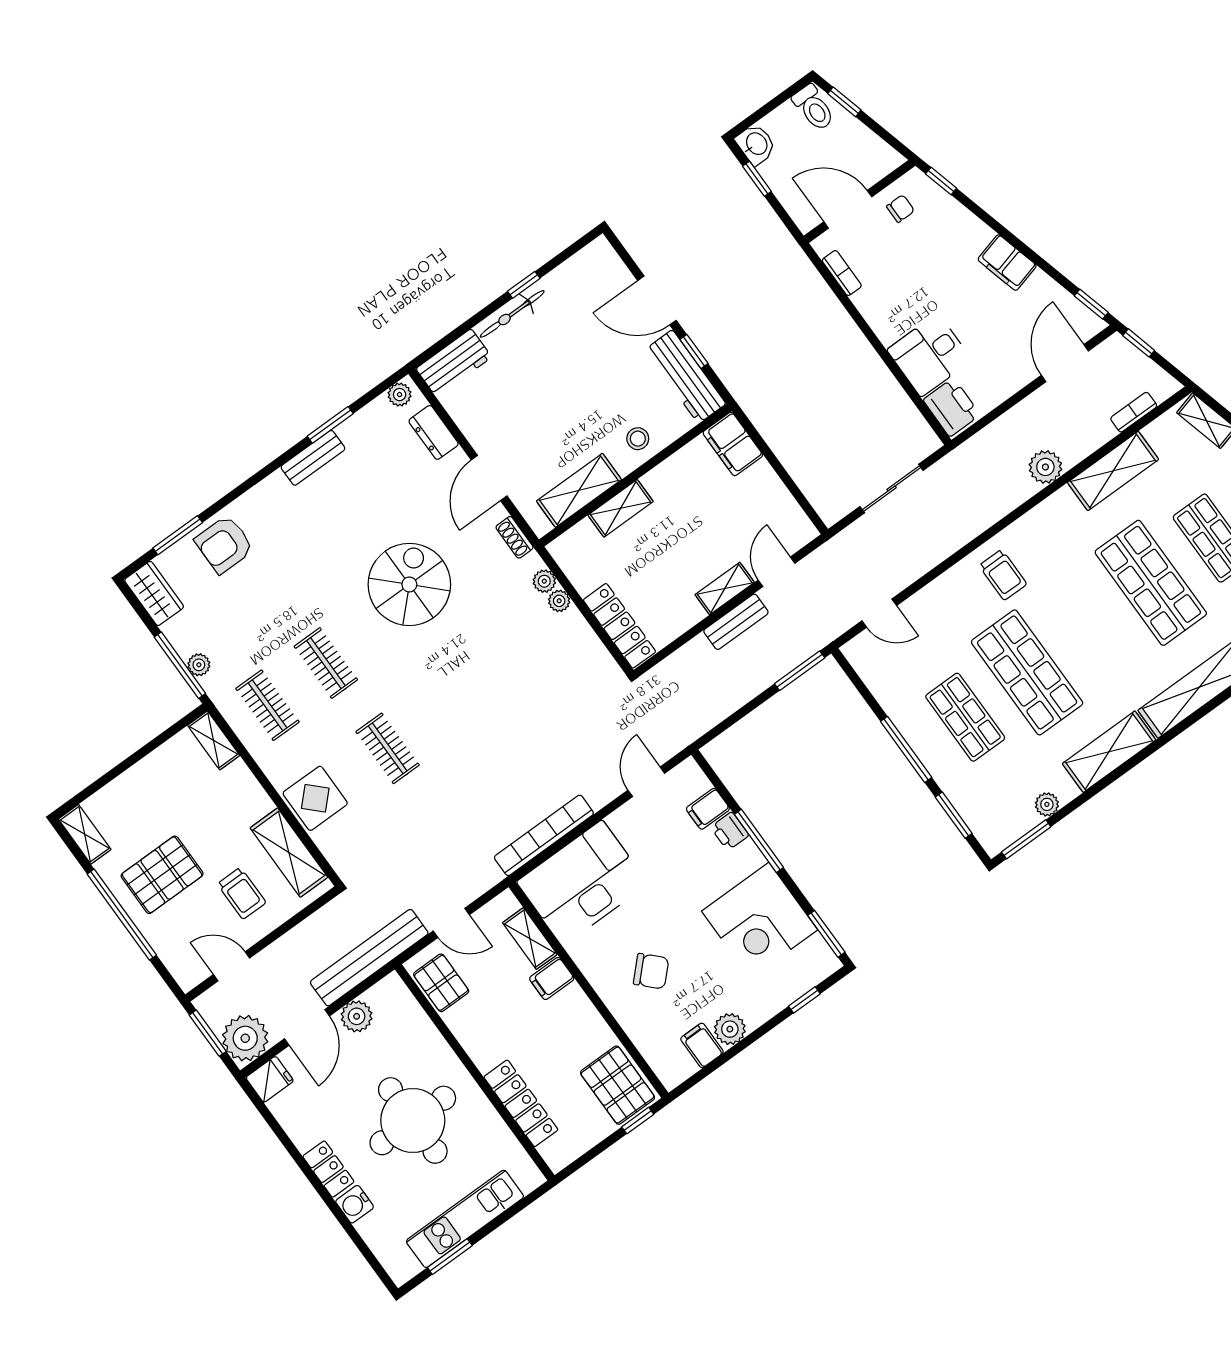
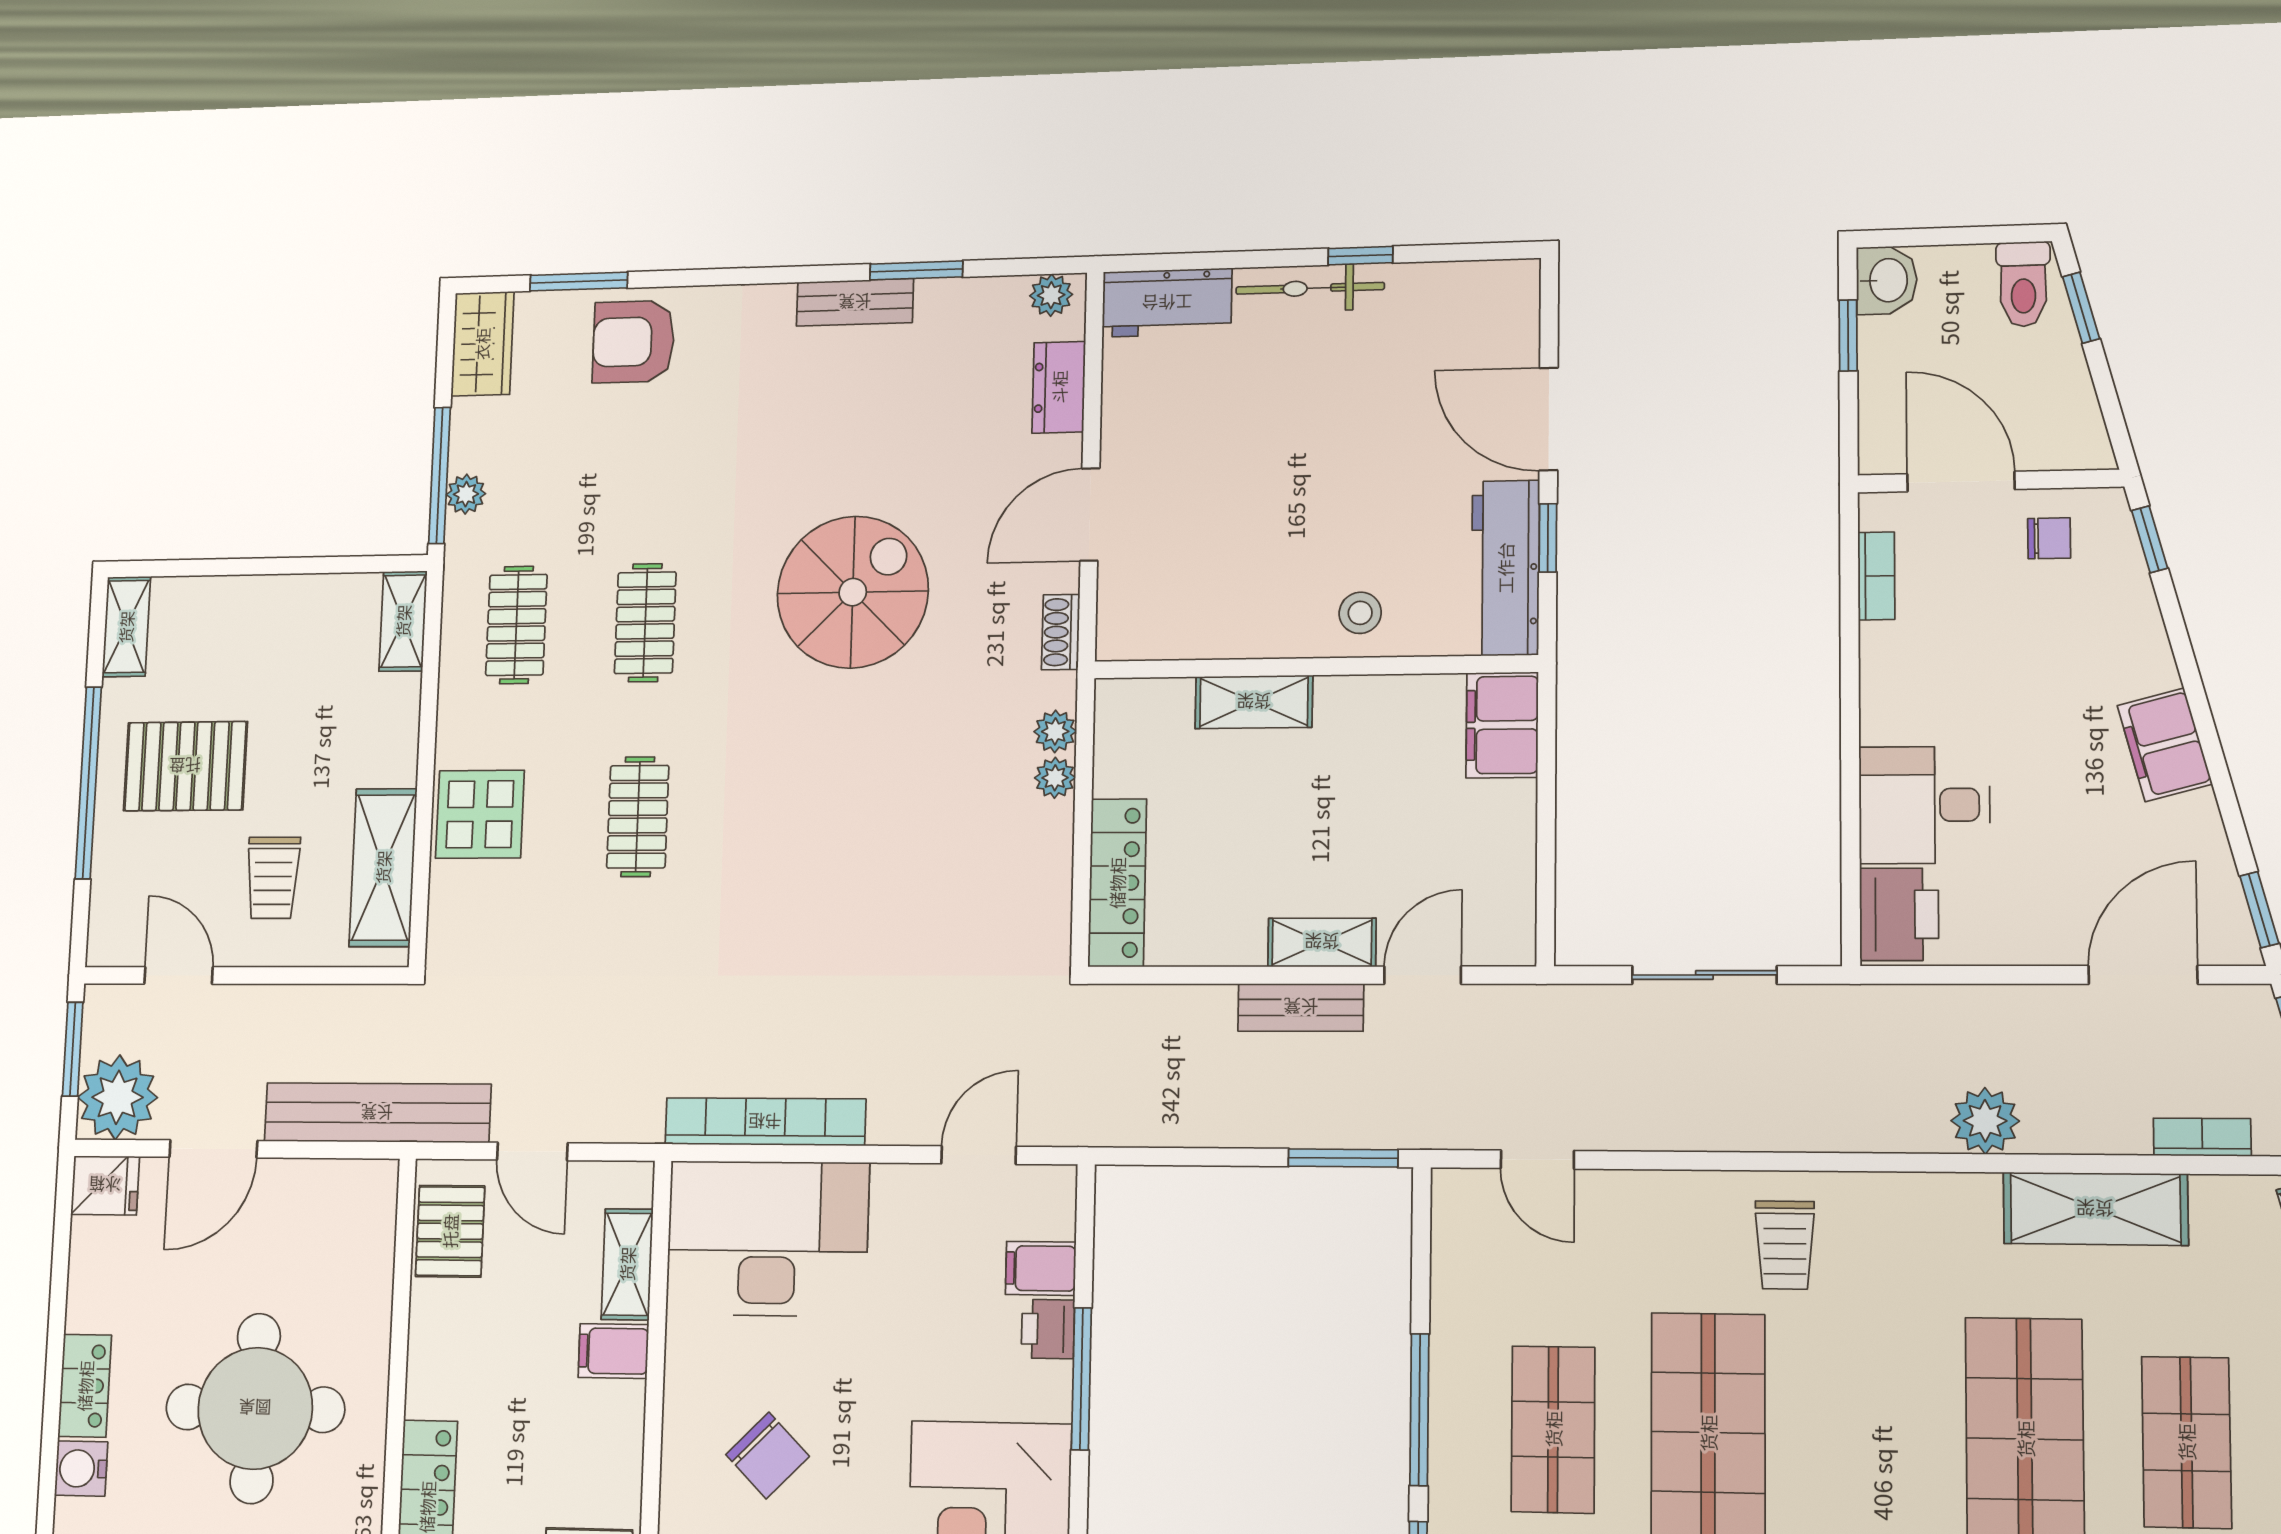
shelving: (579, 490) -> (1211, 629), removed
plant: (357, 1016) -> (294, 1187), removed

